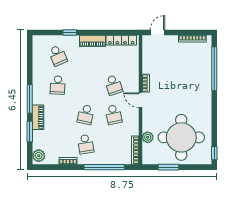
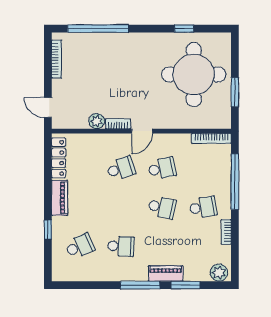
plant: (148, 137) -> (97, 121), moved
window: (214, 153) -> (184, 29), moved

